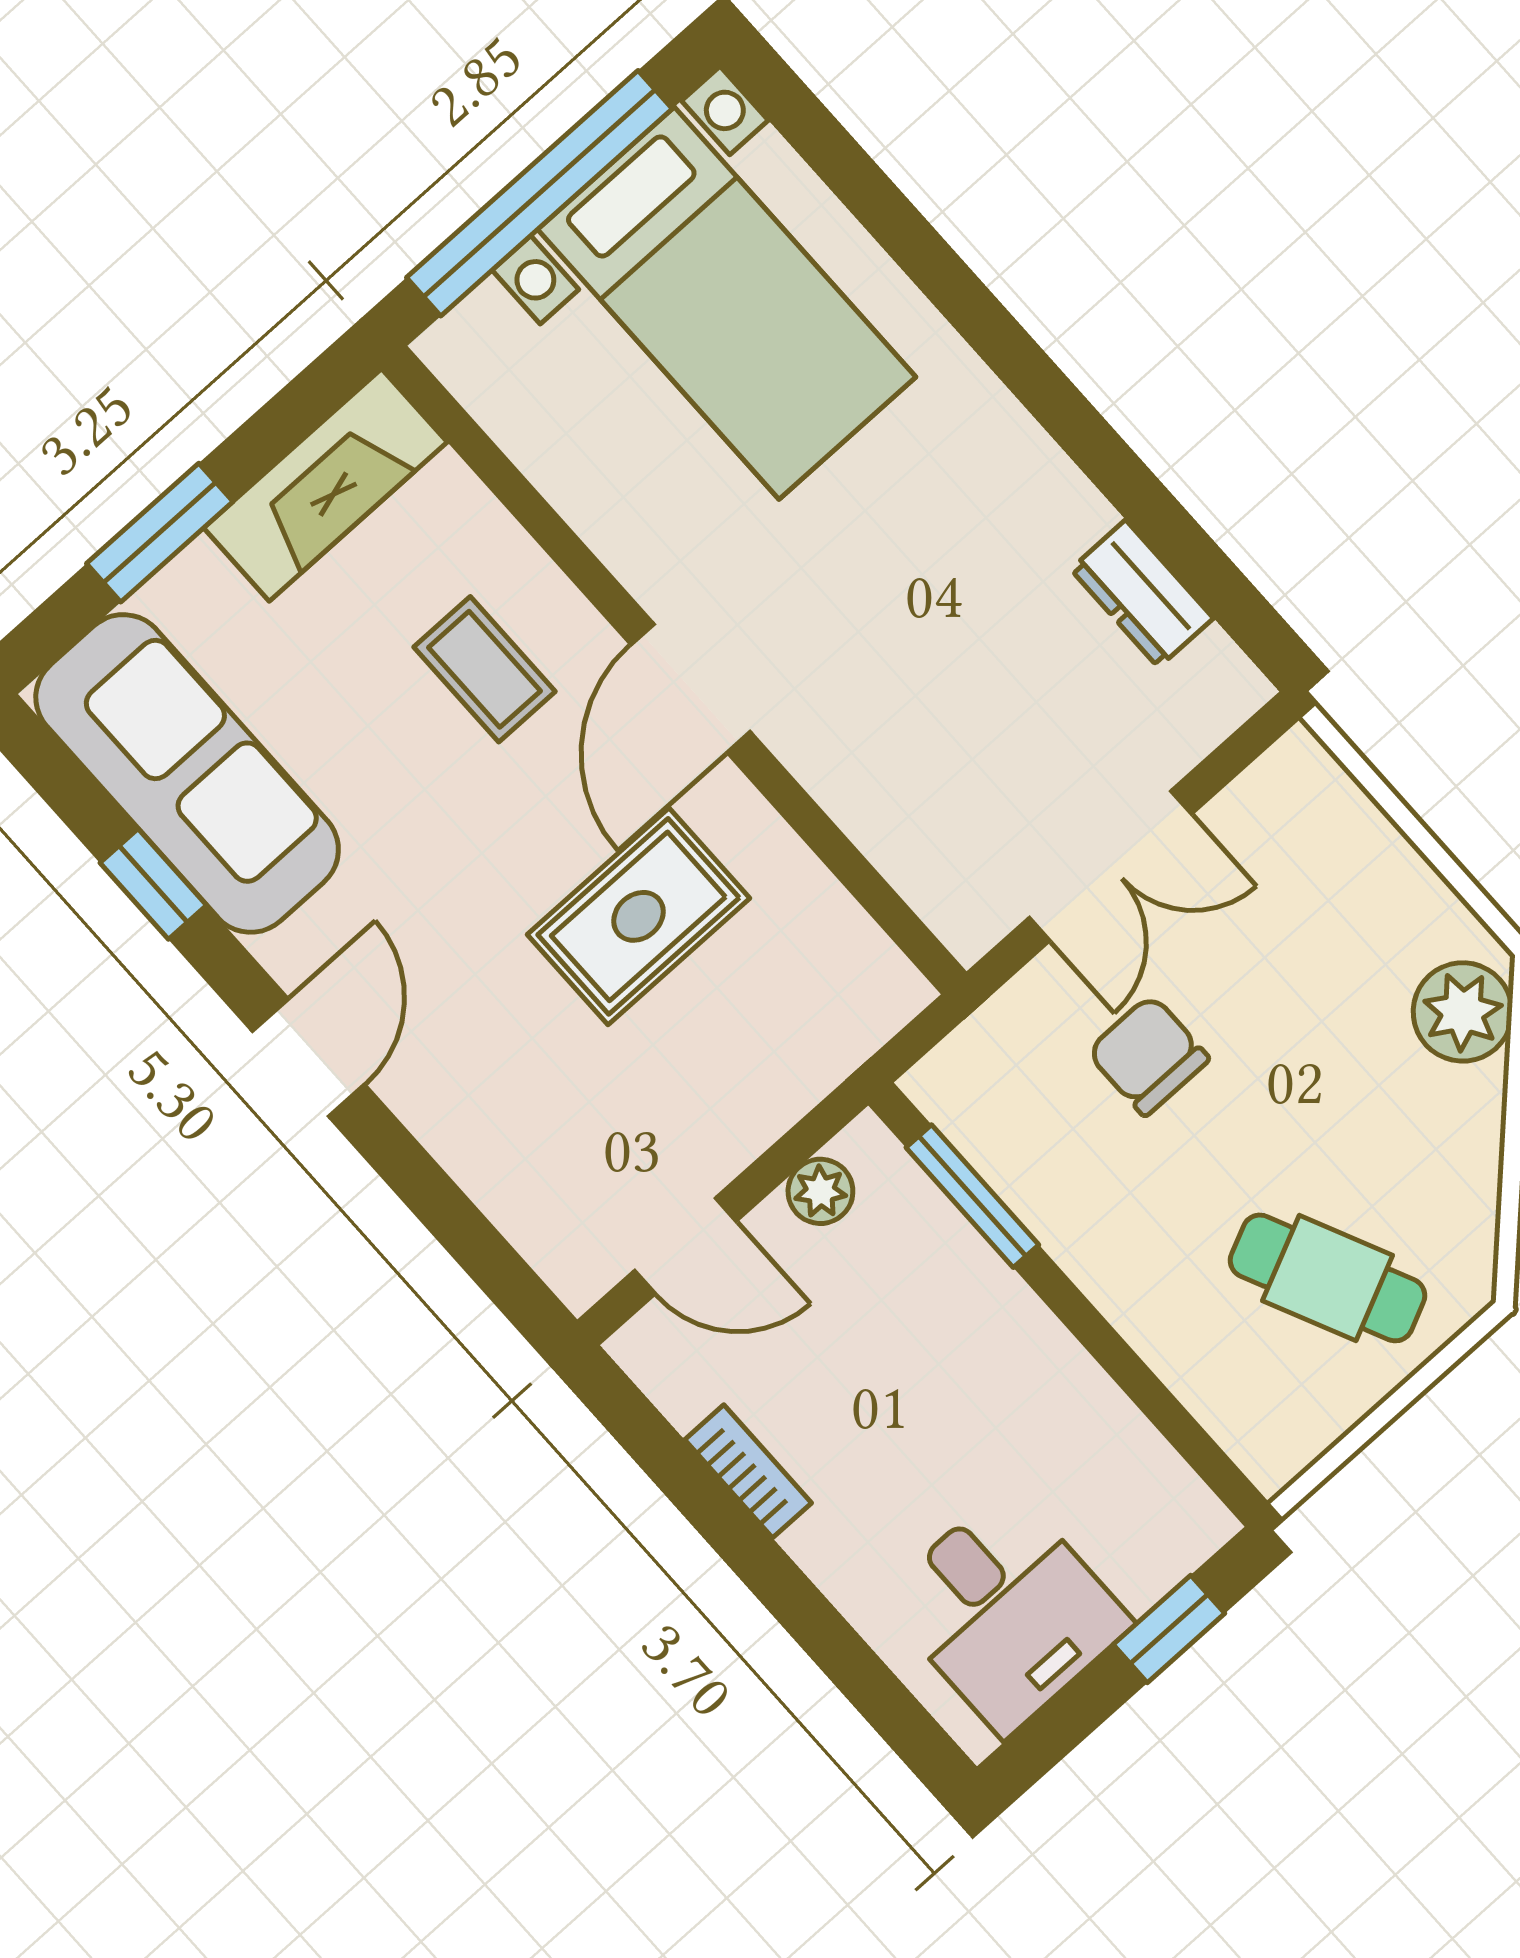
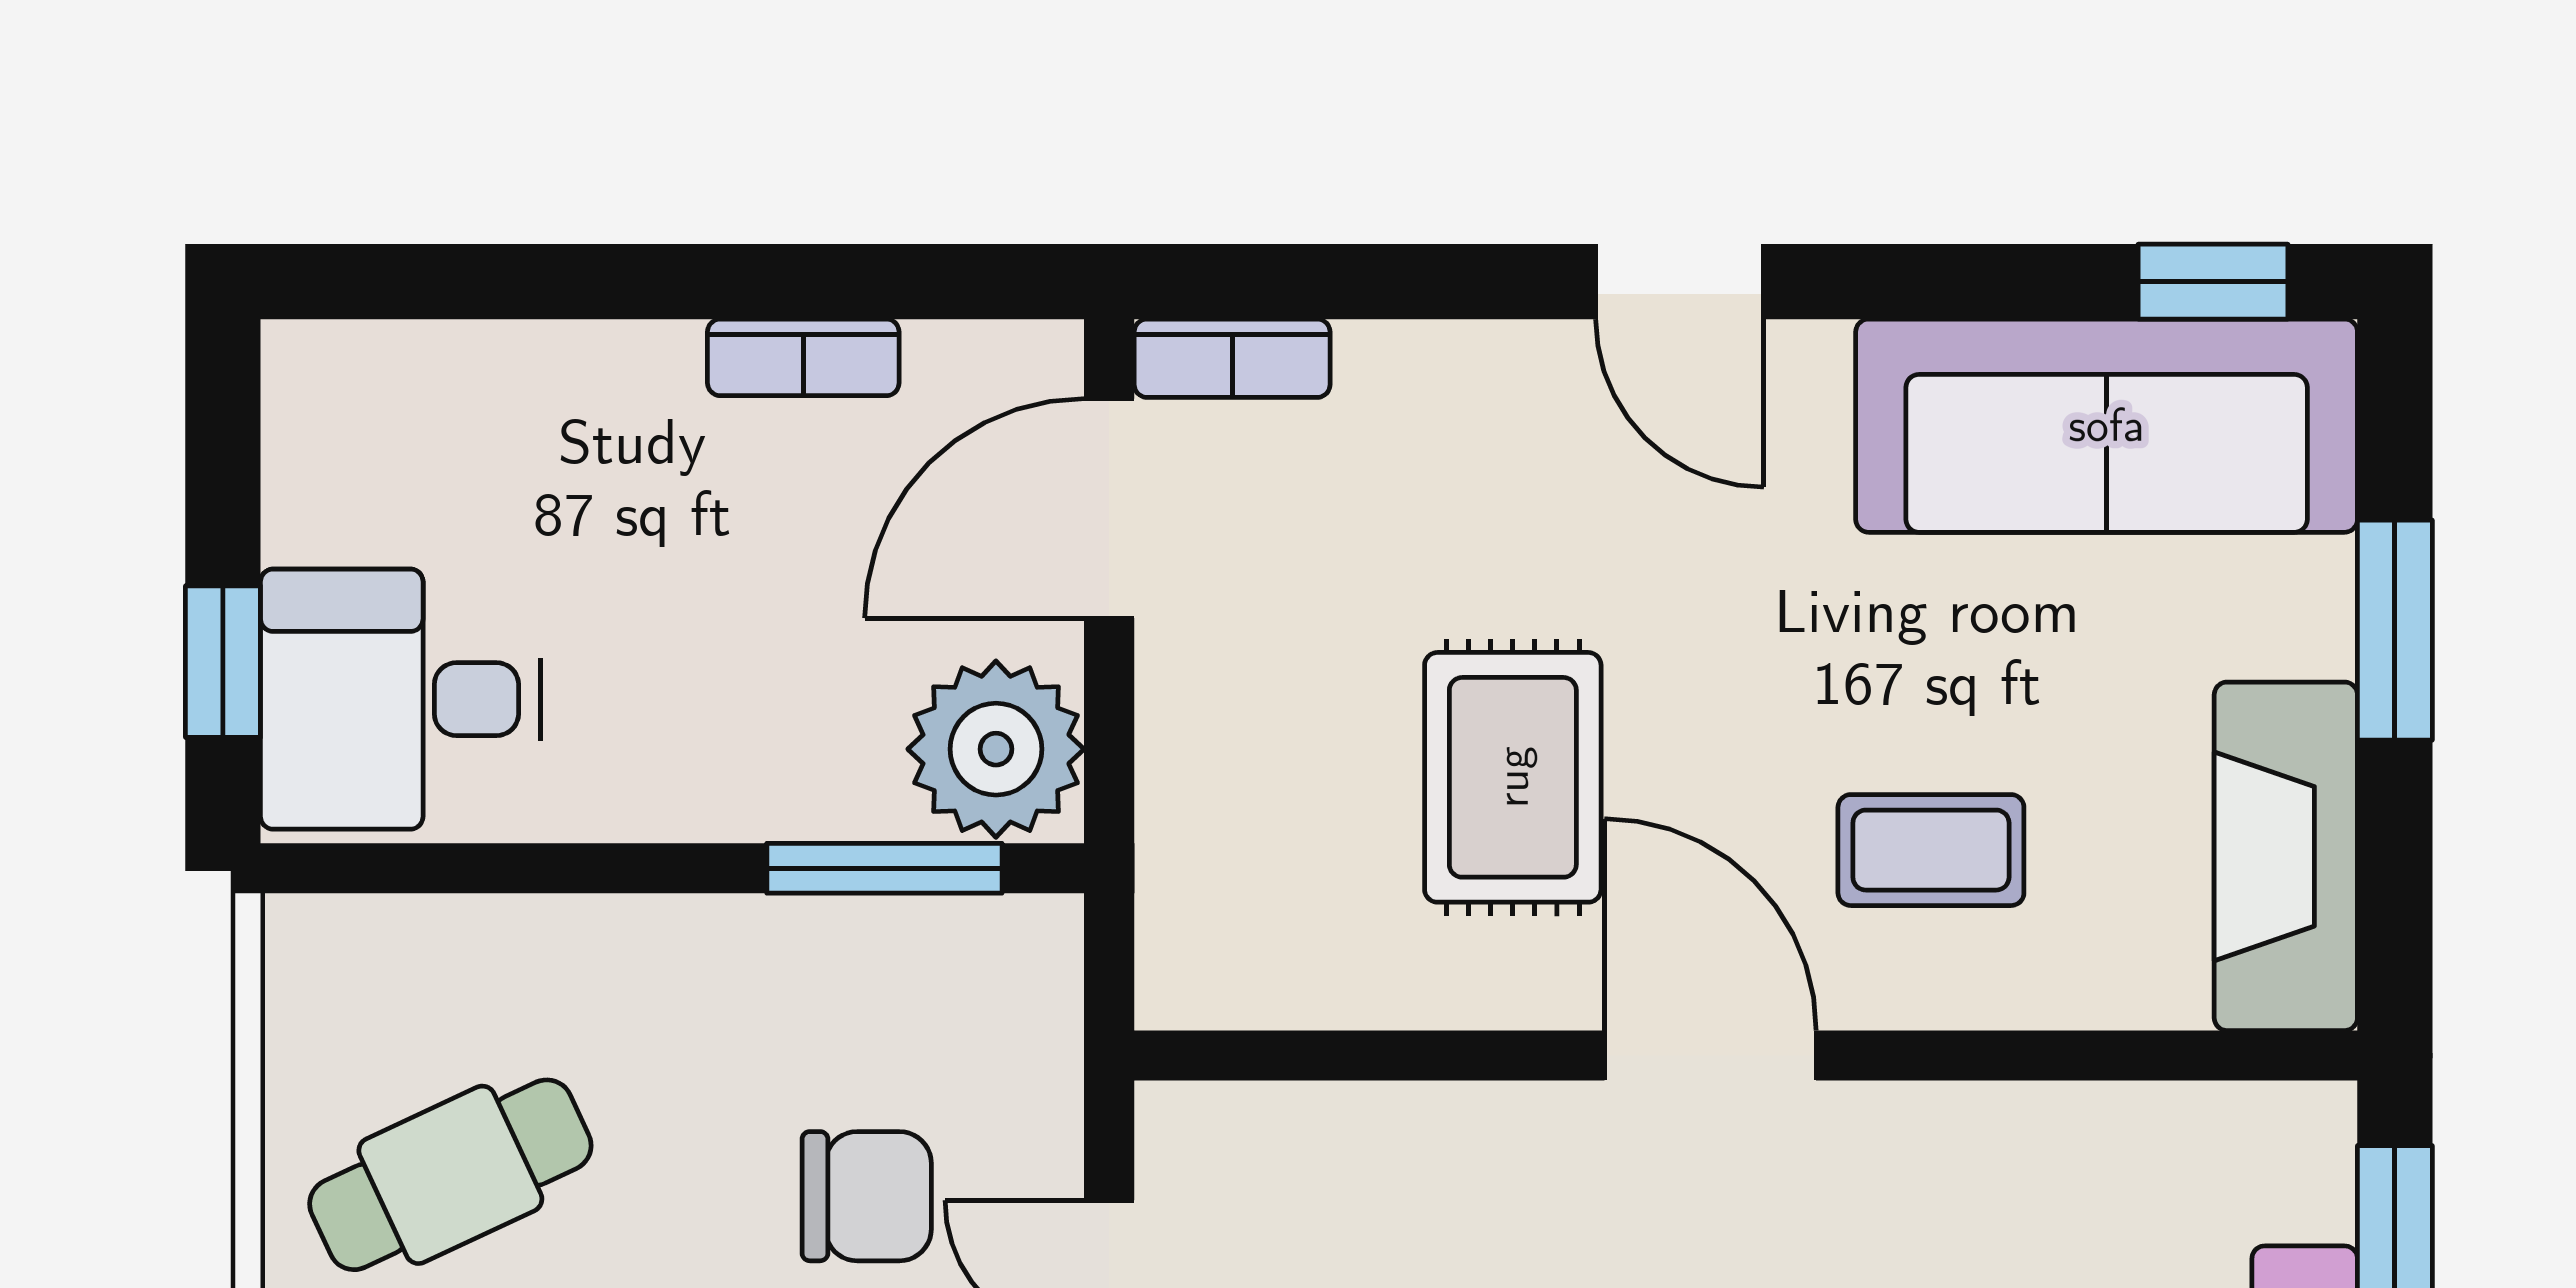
window: (153, 884) -> (2213, 282), moved
plant: (820, 1191) -> (996, 749), width x1.87, depth x1.87
door: (685, 1246) -> (1109, 508), width x1.38
bookcase: (552, 1252) -> (1232, 358), added
desk: (1006, 1611) -> (401, 699), moved

